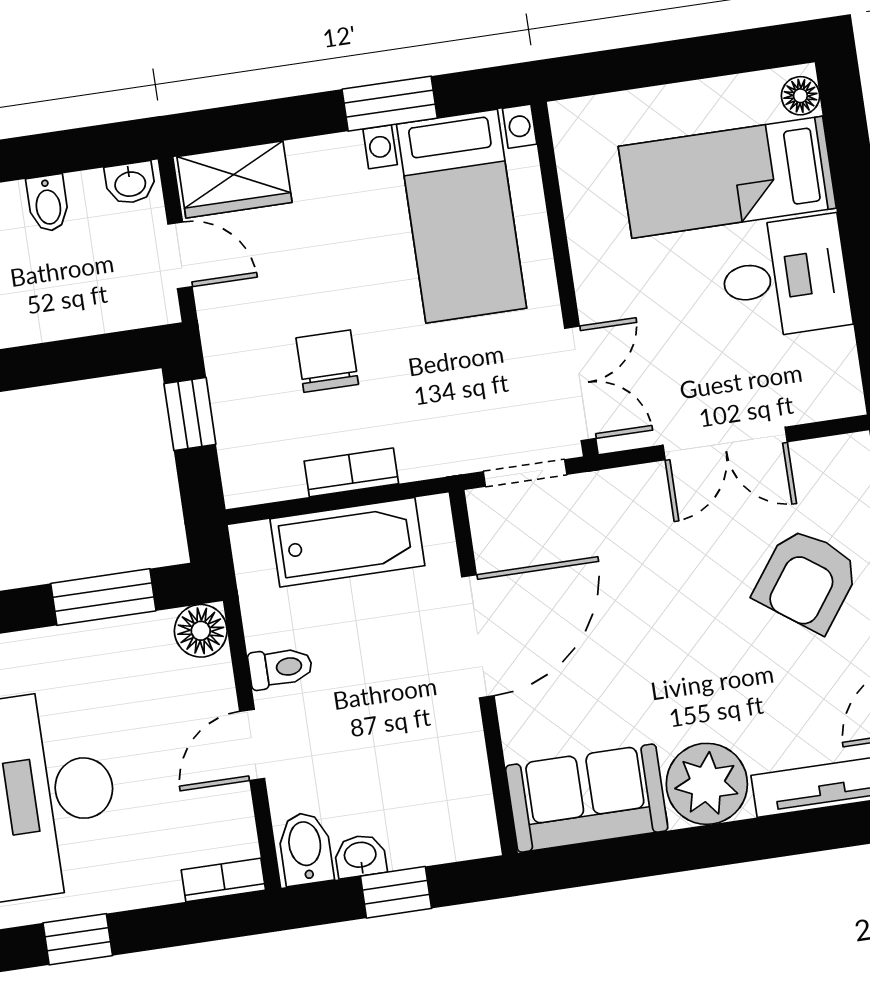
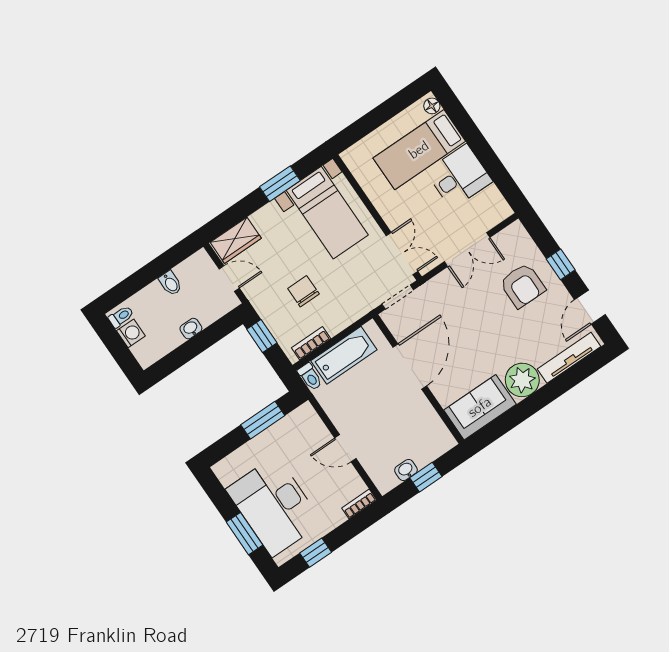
washbasin: (130, 183) -> (191, 329), moved, turned 180
bookcase: (351, 472) -> (311, 343), moved
armchair: (807, 580) -> (522, 286), turned -36
floor lamp: (201, 631) -> (305, 415), removed
toilet: (280, 668) -> (310, 377), moved, turned 90
door: (252, 745) -> (345, 448), hinge flipped
bidet: (305, 849) -> (384, 477), removed

